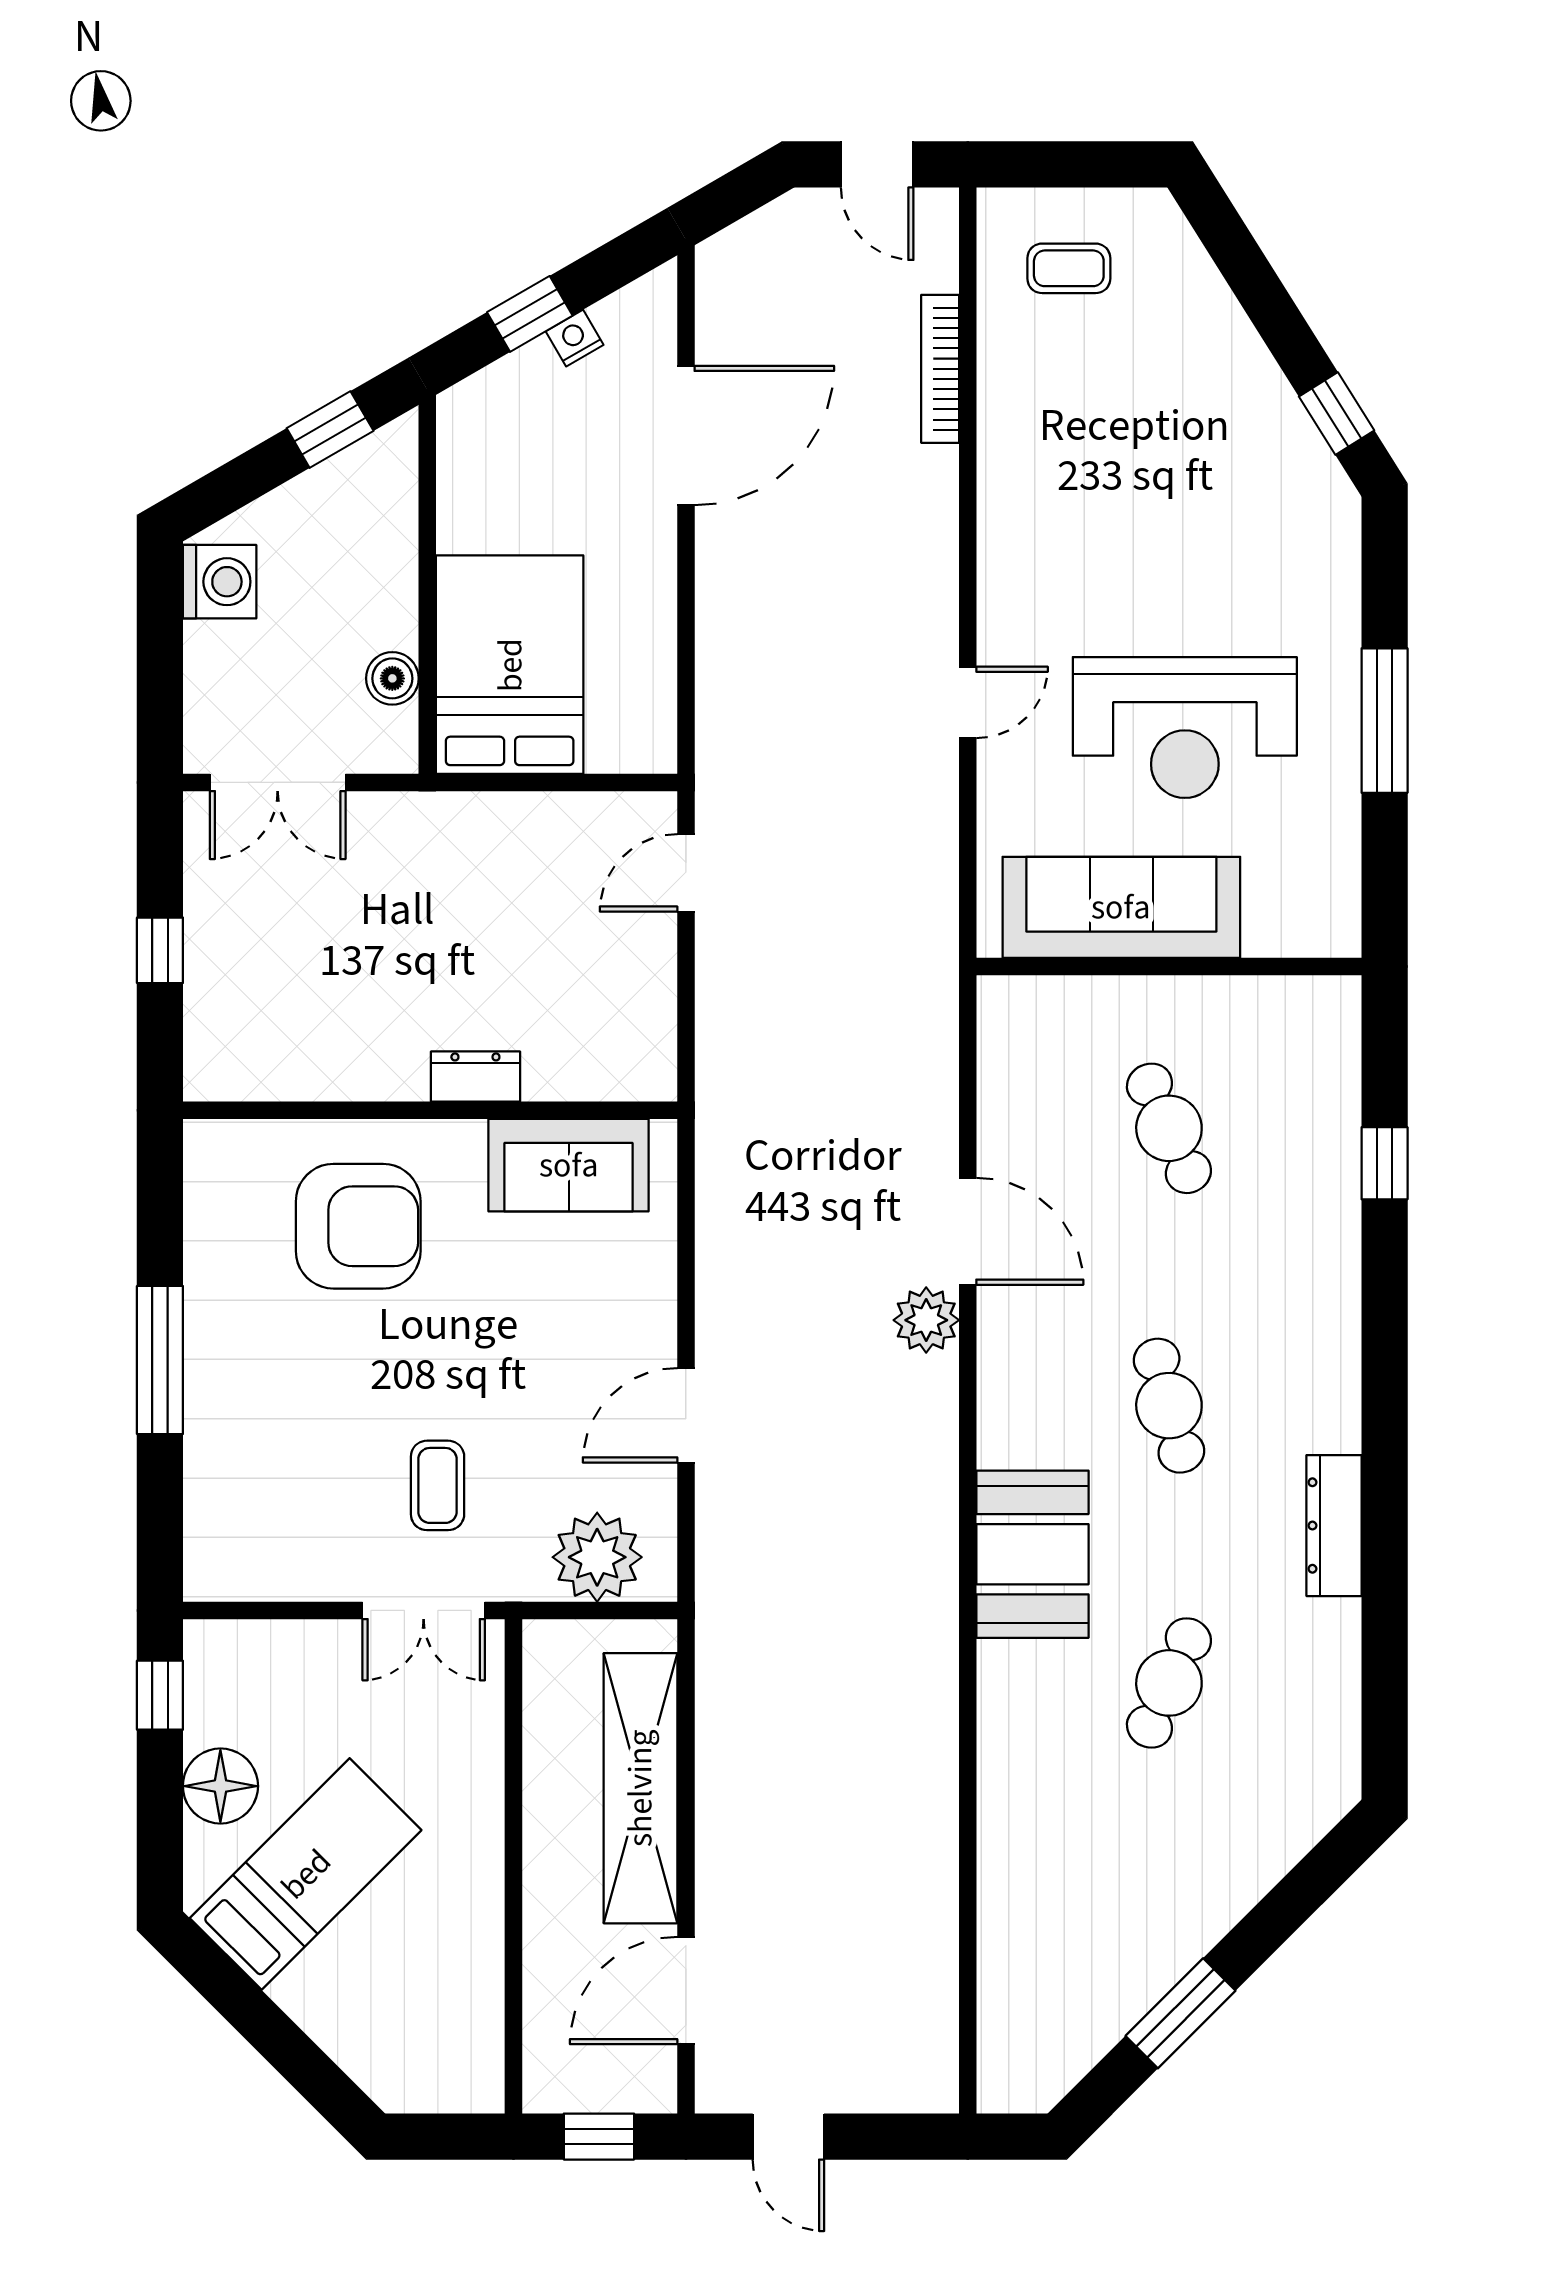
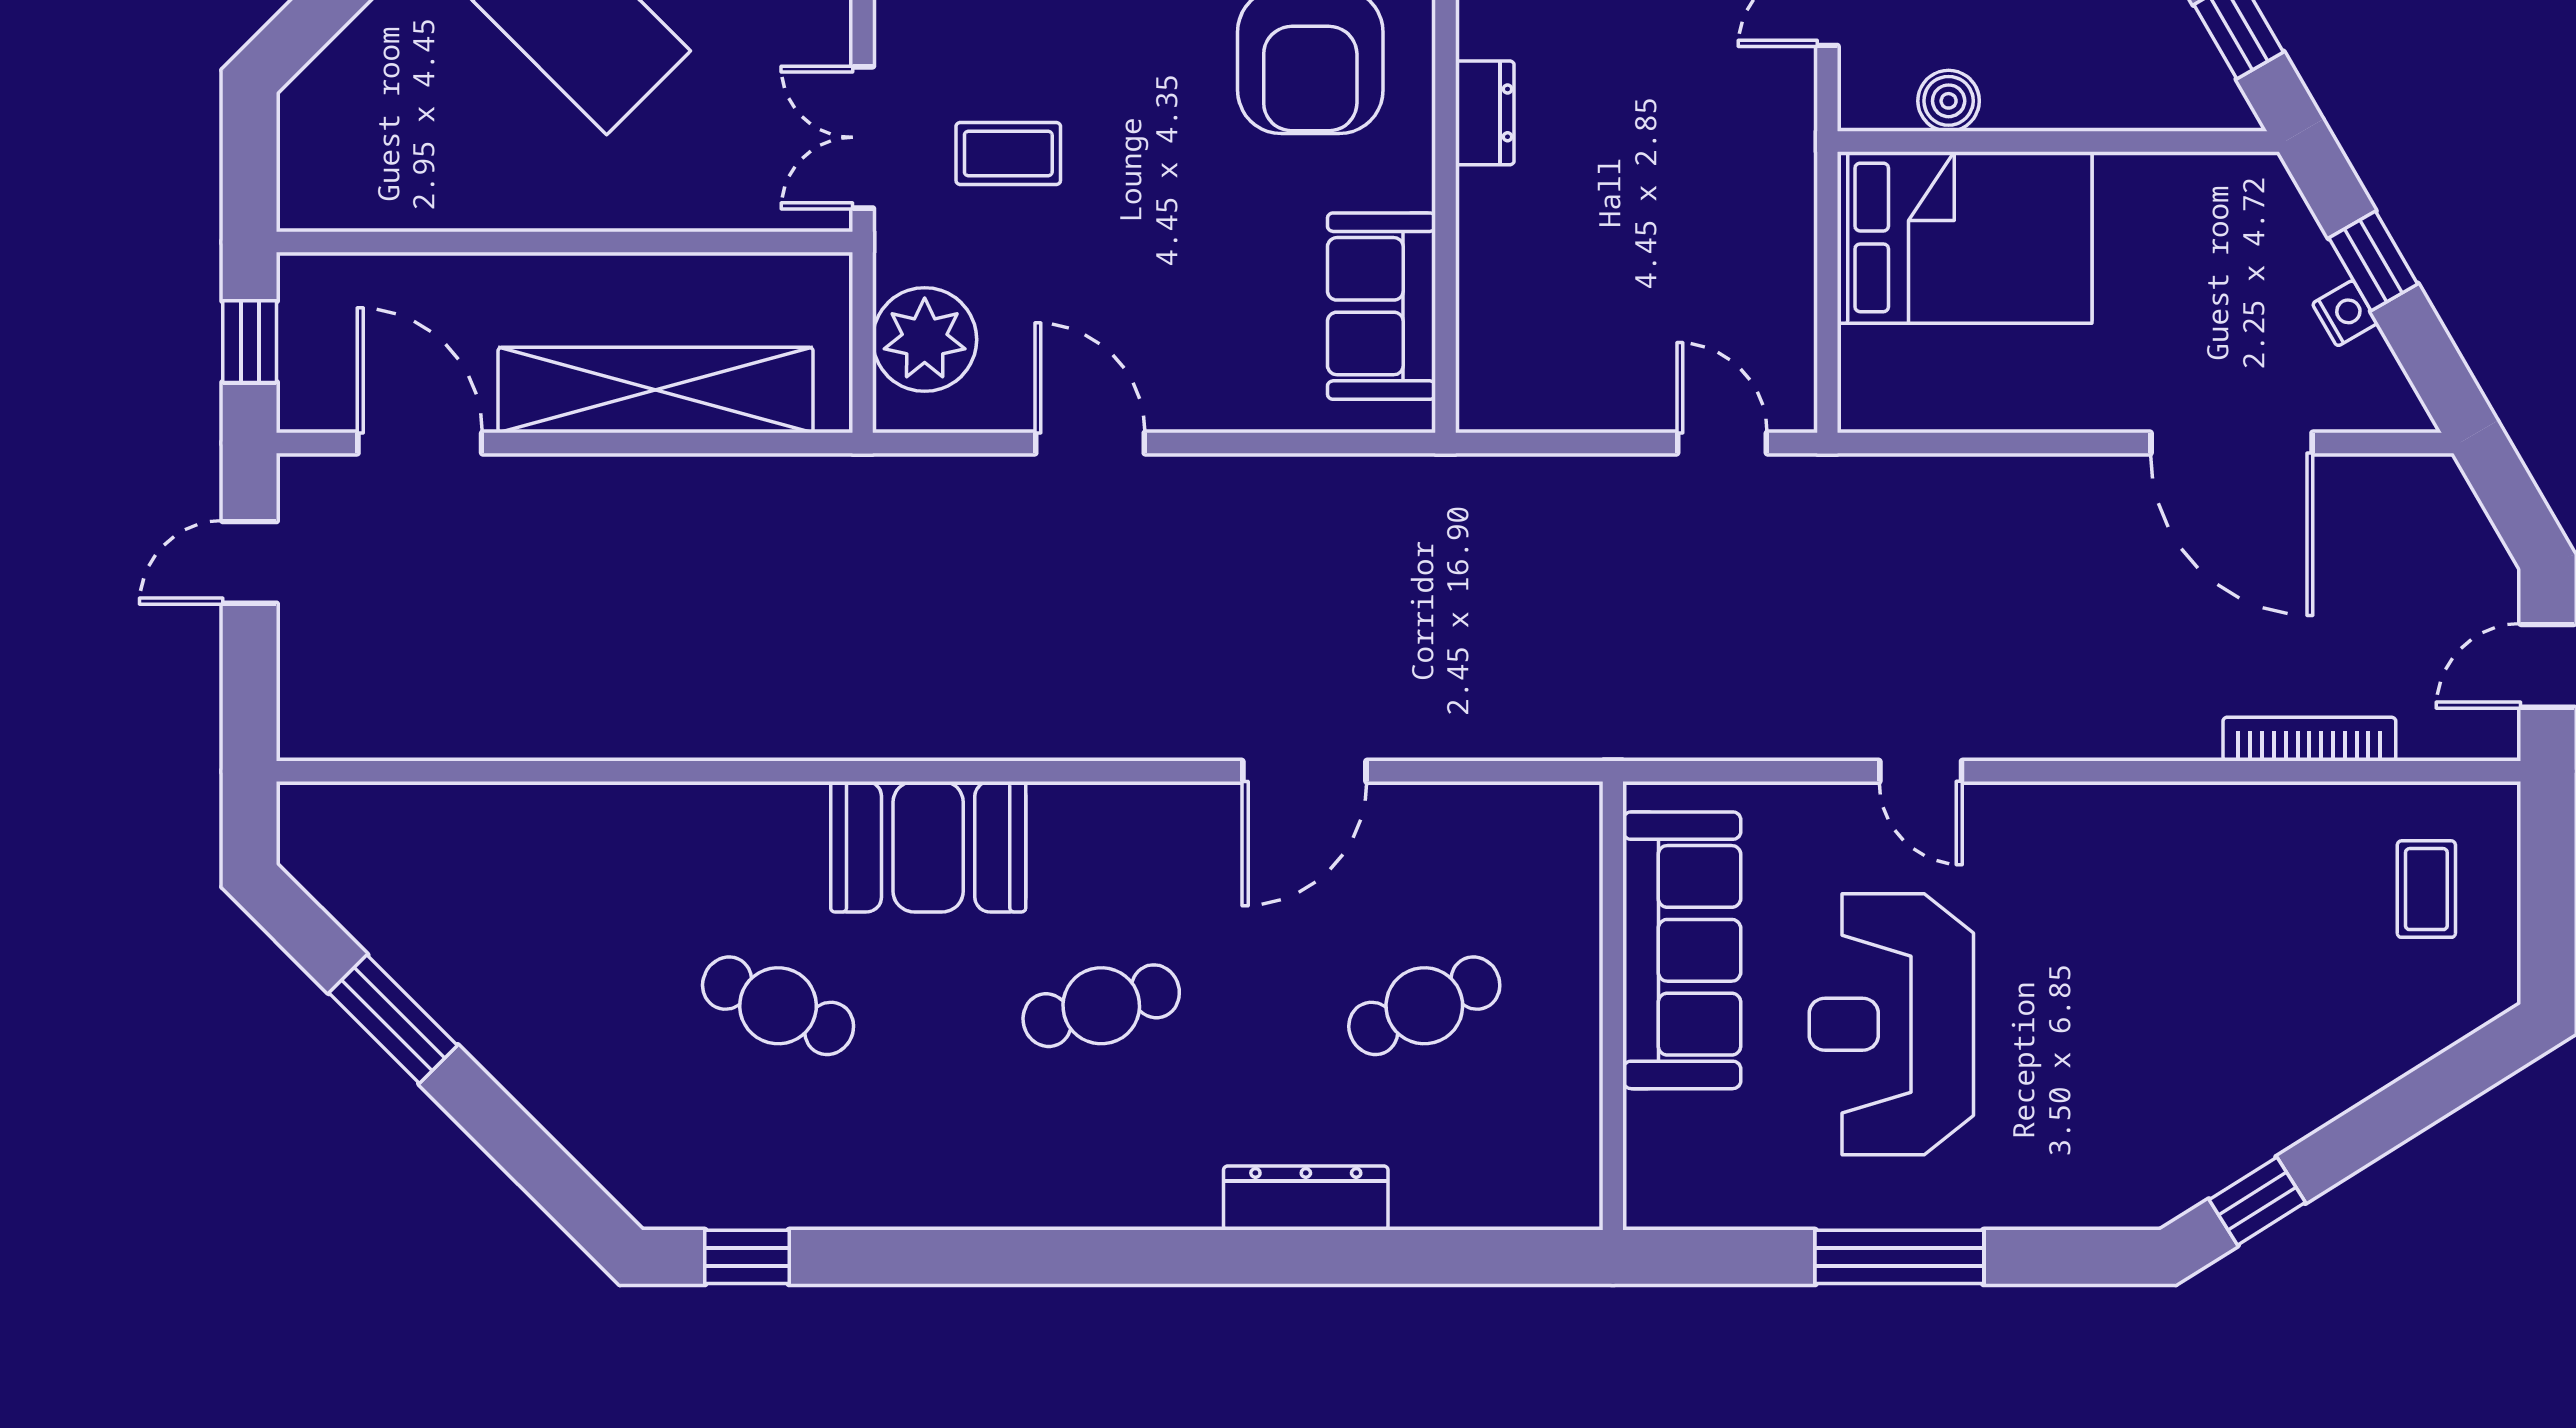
dresser: (475, 1077) -> (1485, 113), moved
window: (1385, 1163) -> (747, 1257), moved
plant: (926, 1320) -> (1201, 723), removed
dresser: (1334, 1526) -> (1306, 1198), moved

